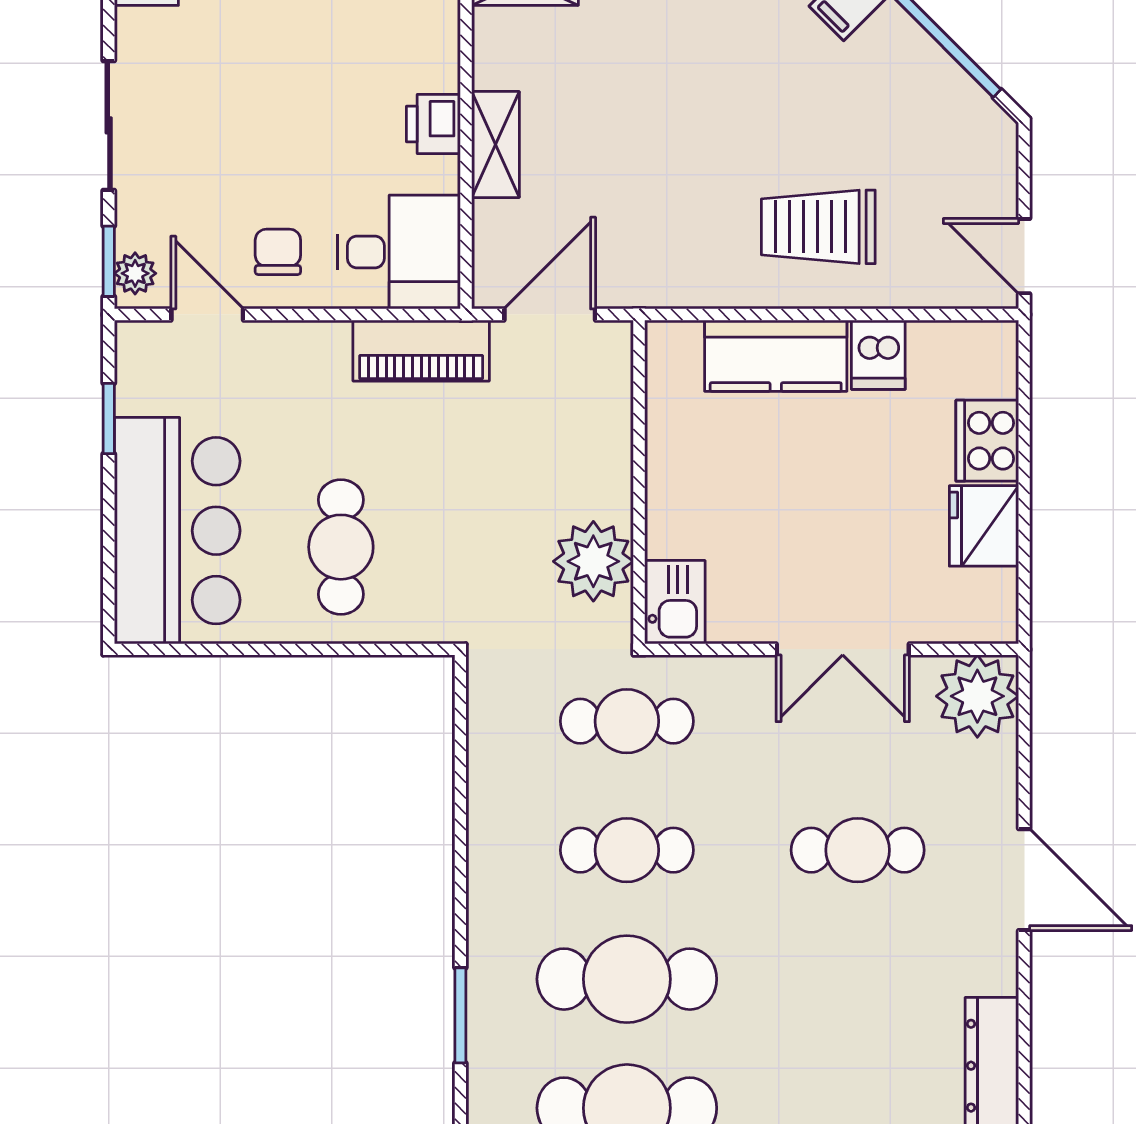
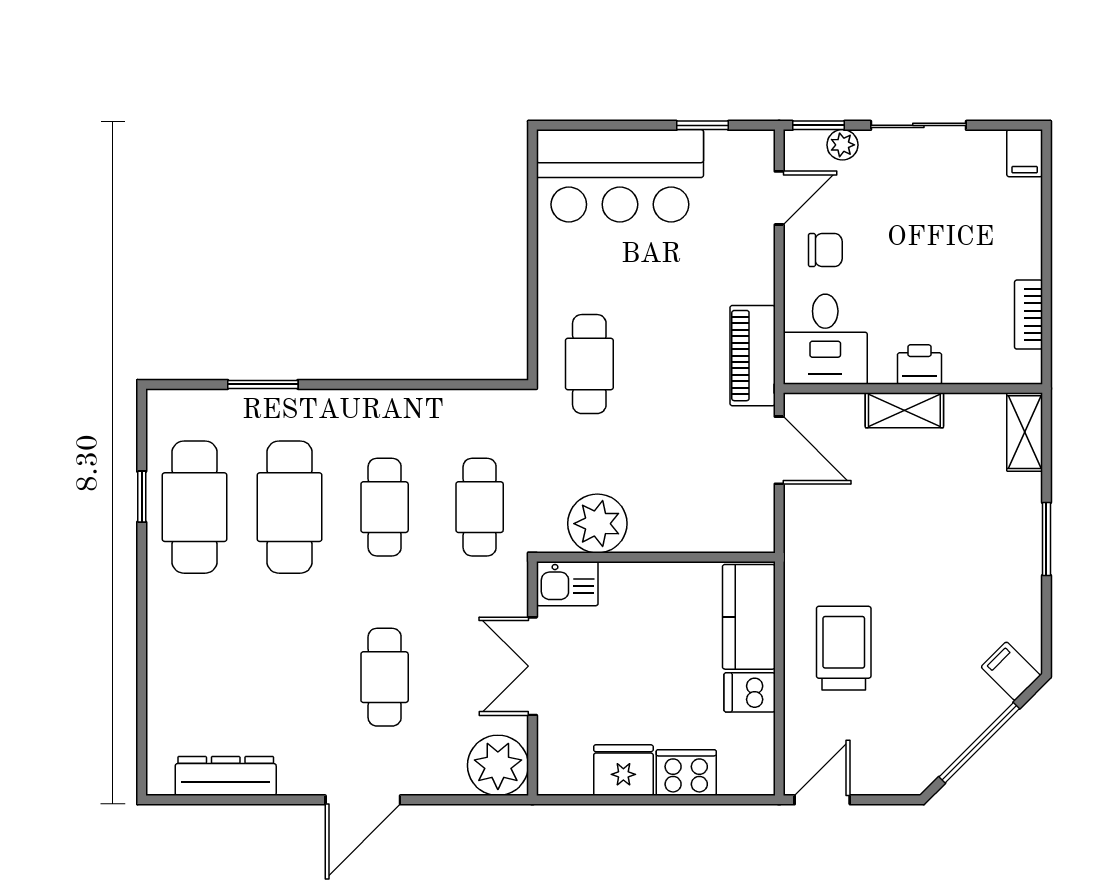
plant: (135, 273) -> (842, 145), moved
wall: (639, 482) -> (656, 557), moved
cafe table: (341, 547) -> (589, 364), moved, turned 90
plant: (593, 561) -> (597, 524), moved
kitchen sink: (675, 602) -> (567, 584), moved

